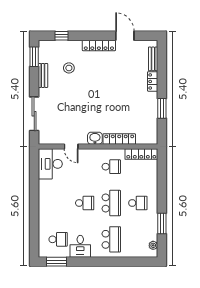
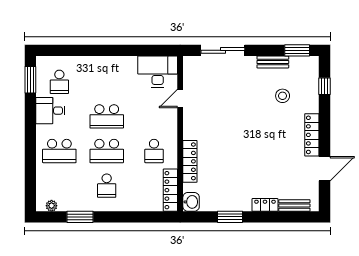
washbasin: (95, 138) -> (191, 202), moved
school desk: (85, 203) -> (107, 116), width x1.85

